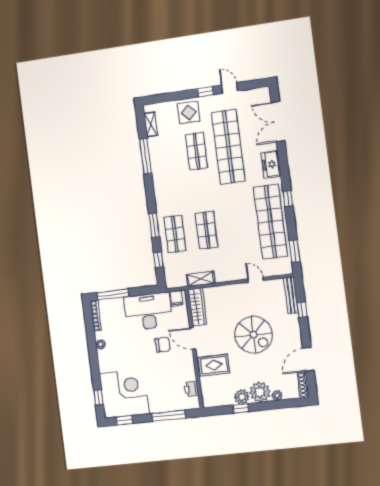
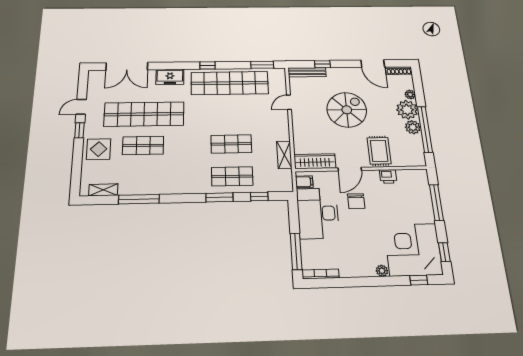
plant: (101, 344) -> (382, 271), moved
chair: (163, 345) -> (356, 201), turned 180
printer: (191, 389) -> (388, 176), moved
window: (241, 408) -> (425, 129), width x3.17

